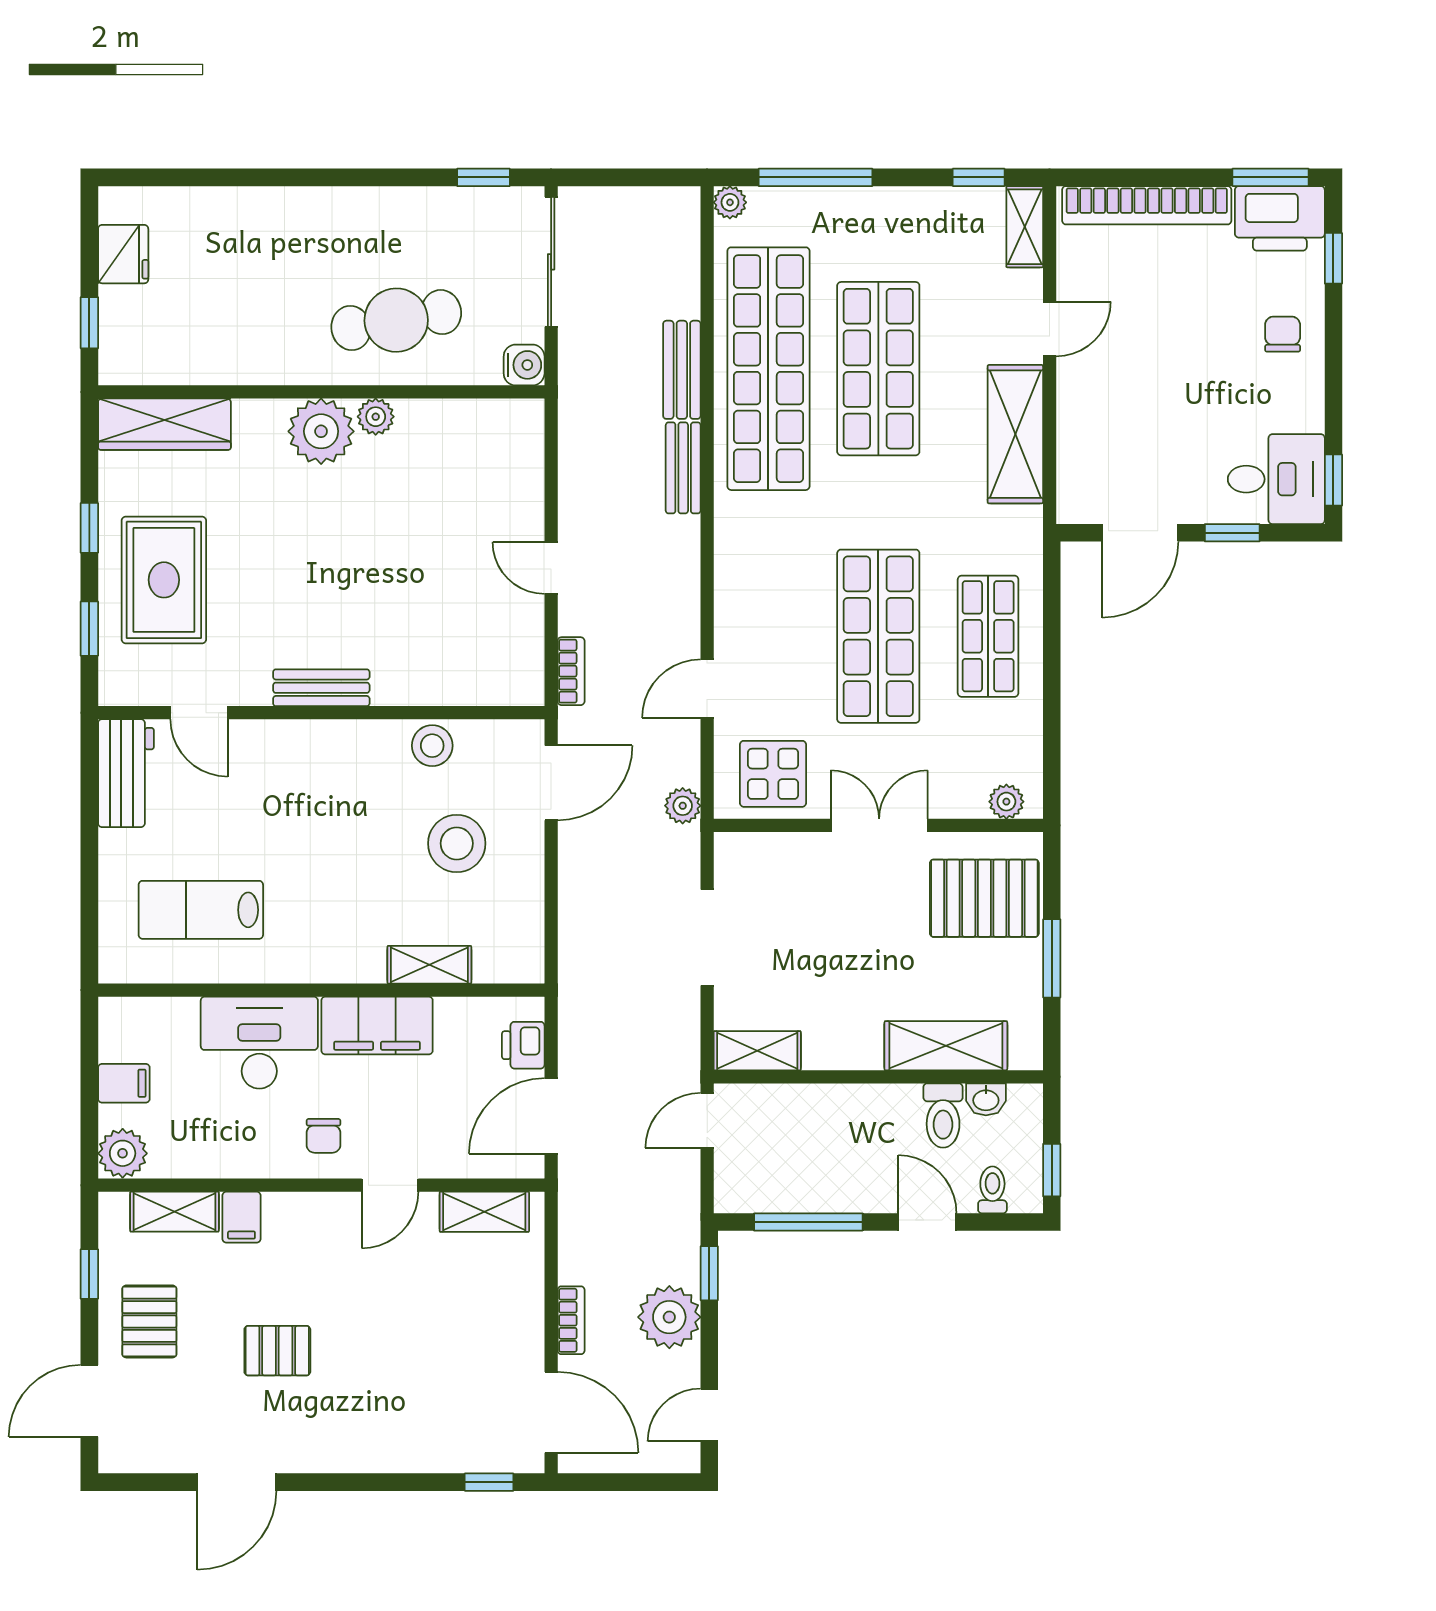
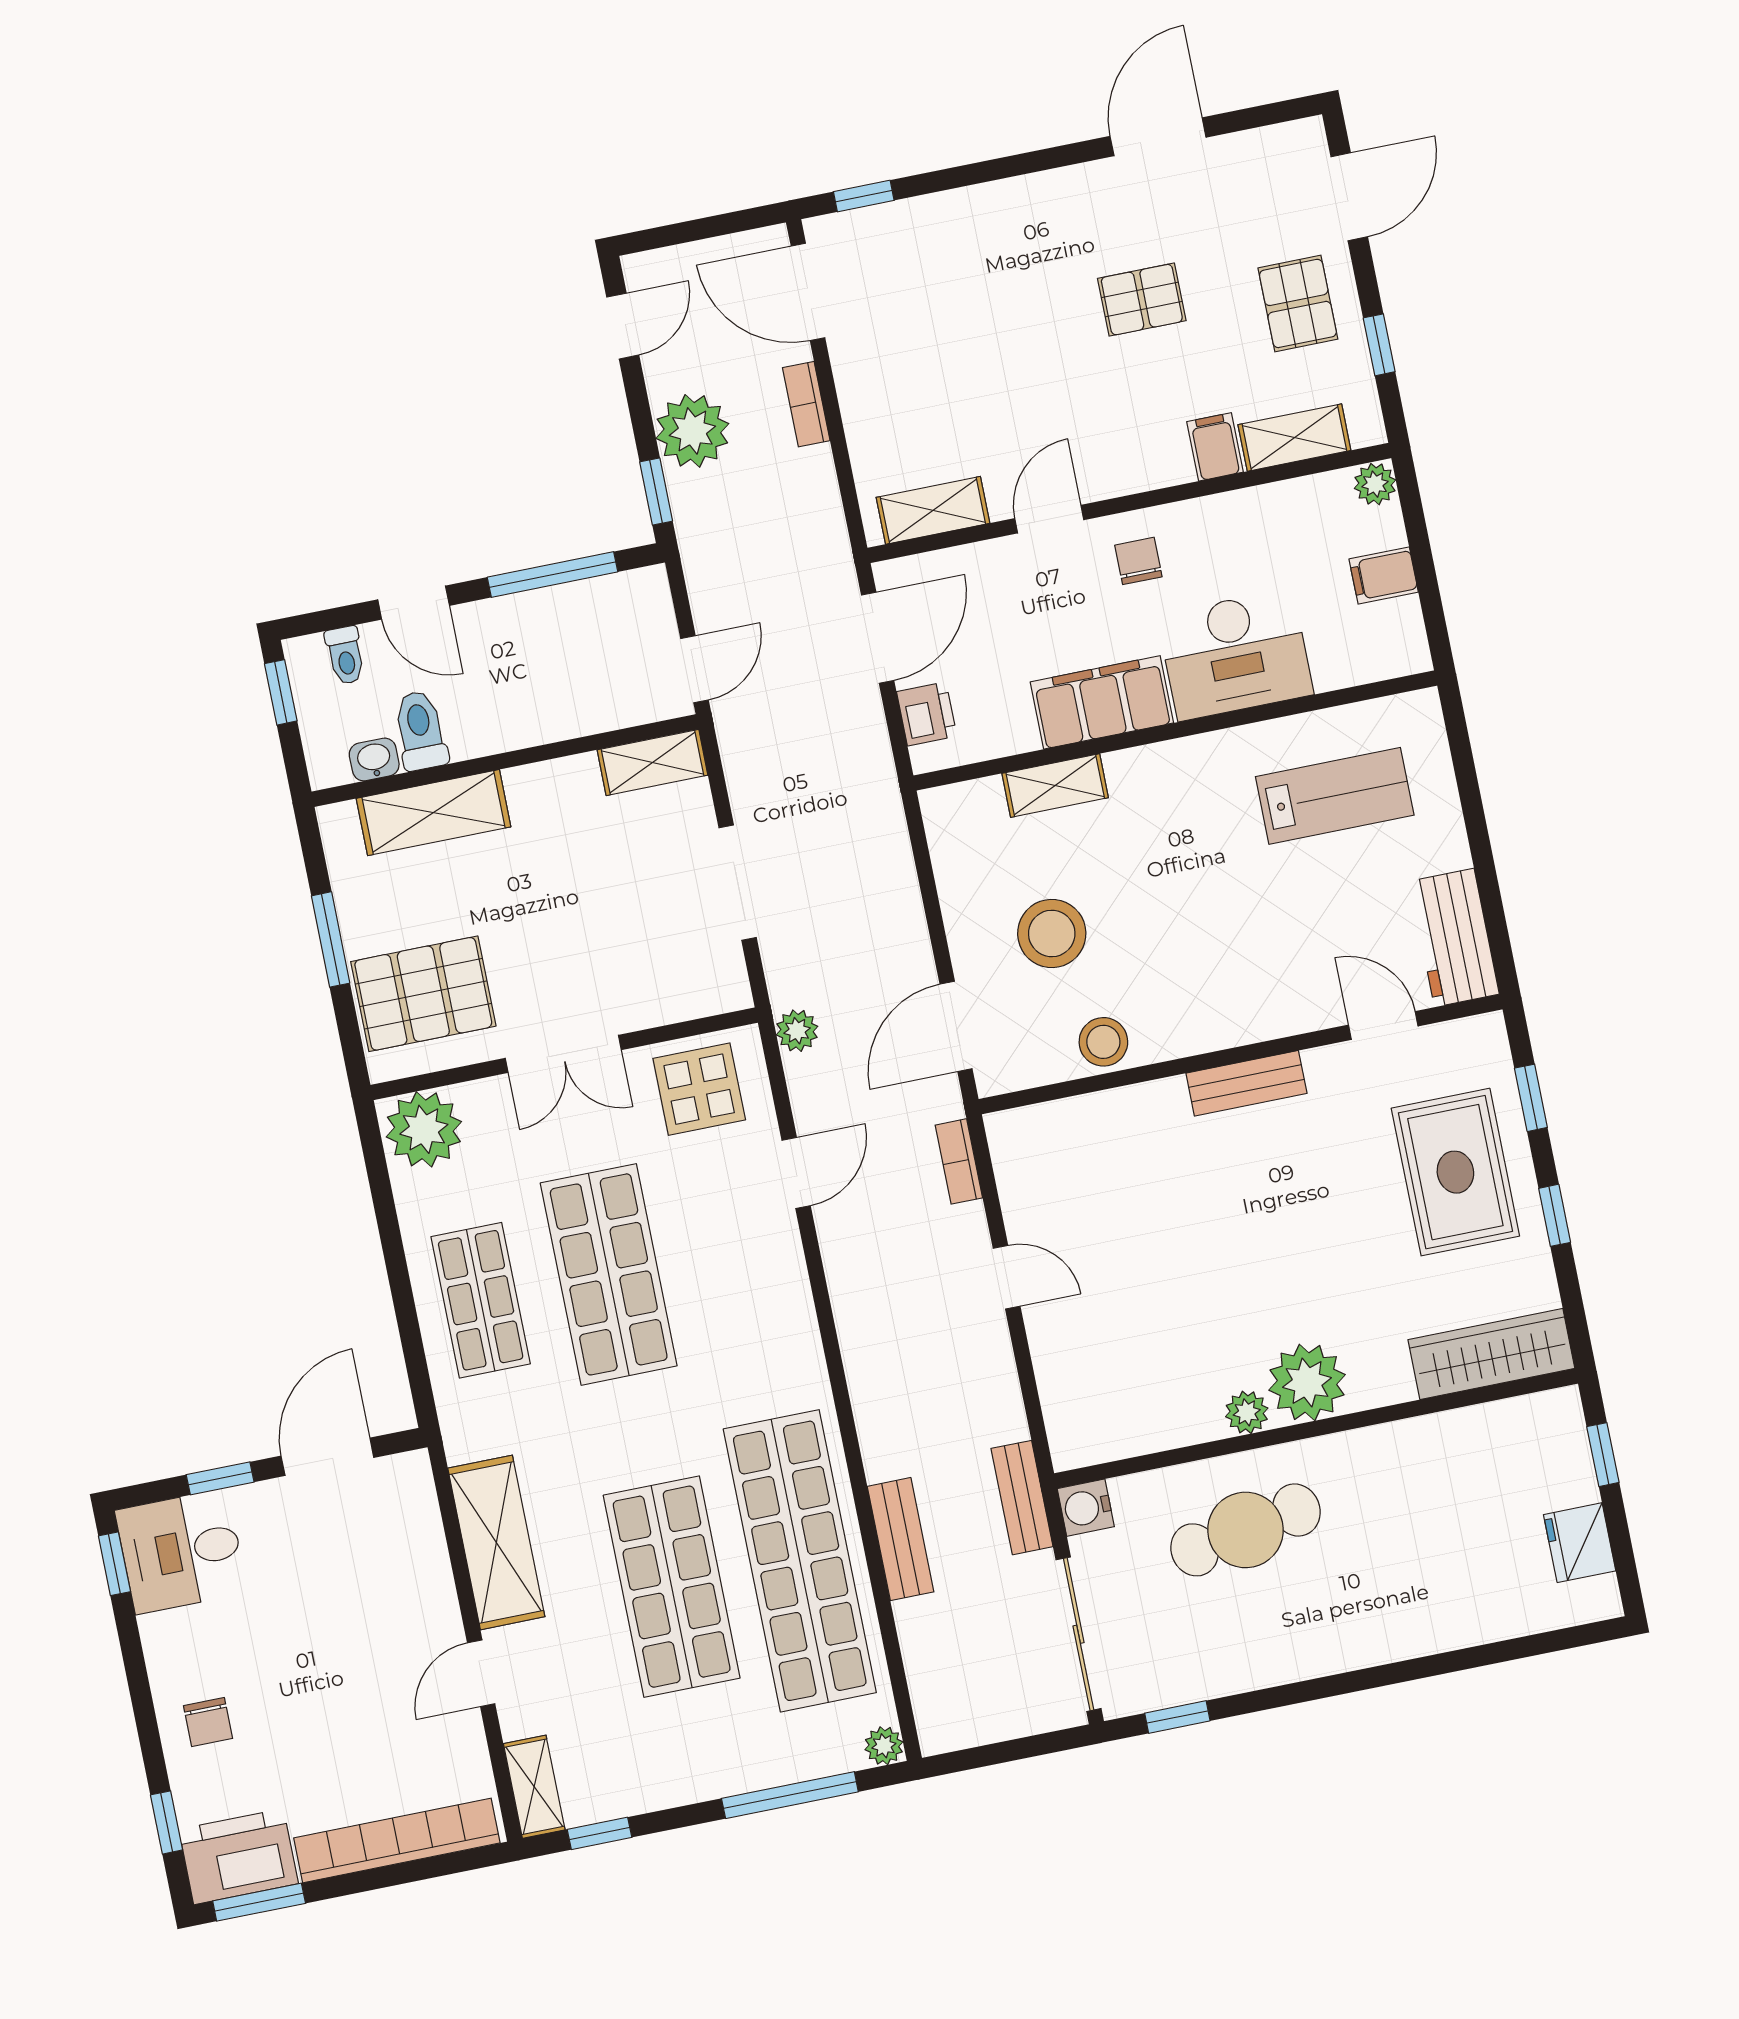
bench: (683, 468) -> (1022, 1498), moved
plant: (1006, 802) -> (424, 1129), width x1.87, depth x1.87
plant: (123, 1153) -> (1375, 484), width x0.73, depth x0.73

